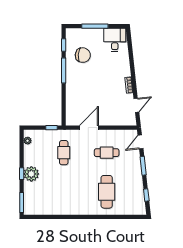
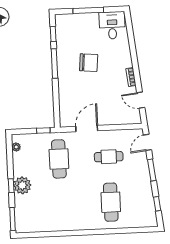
chair: (83, 55) -> (89, 63), moved
door: (136, 105) -> (141, 100), swing flipped
cafe table: (64, 153) -> (59, 159), width x1.37, depth x1.35

